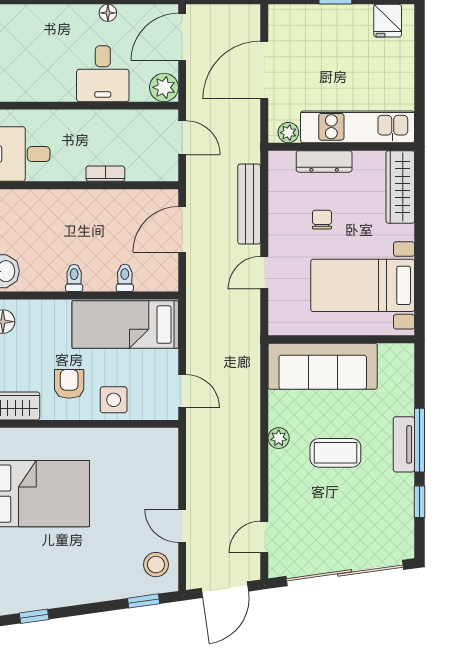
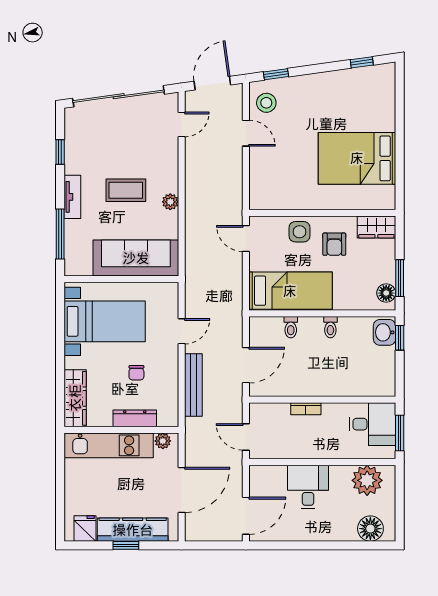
floor lamp: (108, 13) -> (370, 529), moved, width x1.89, depth x1.89
kitchen counter: (327, 19) -> (133, 530), added
plant: (164, 87) -> (367, 480), moved, width x1.36, depth x1.36
window: (420, 440) -> (60, 234), moved

